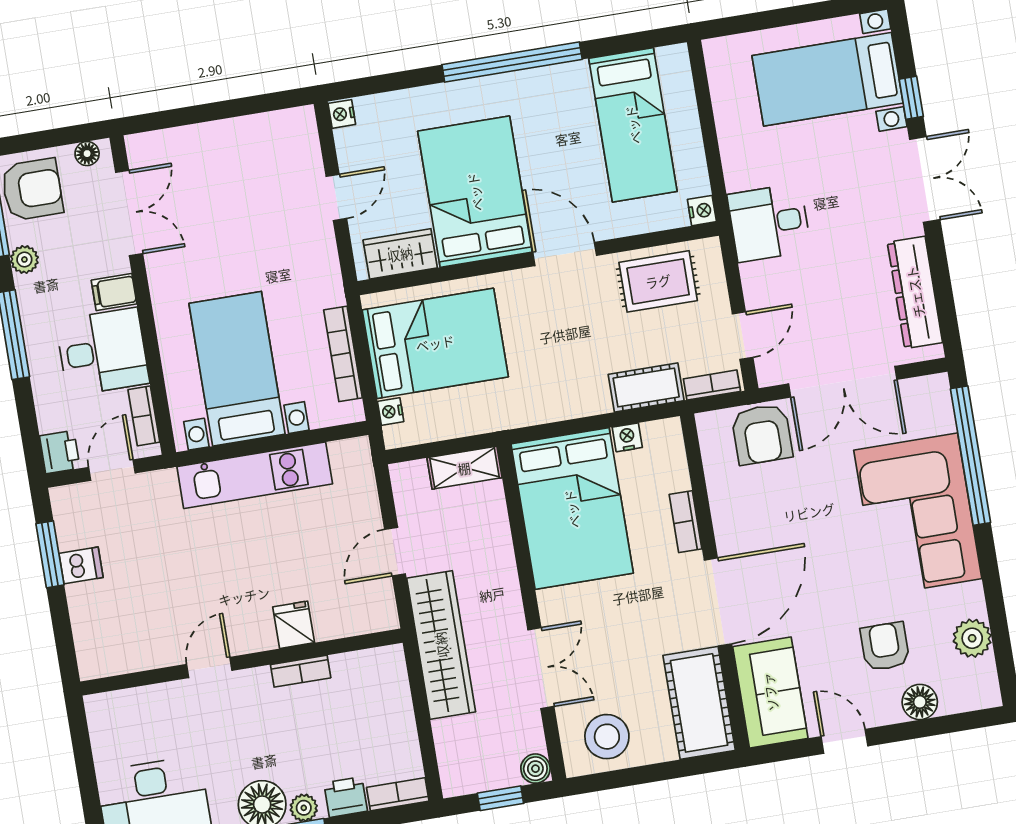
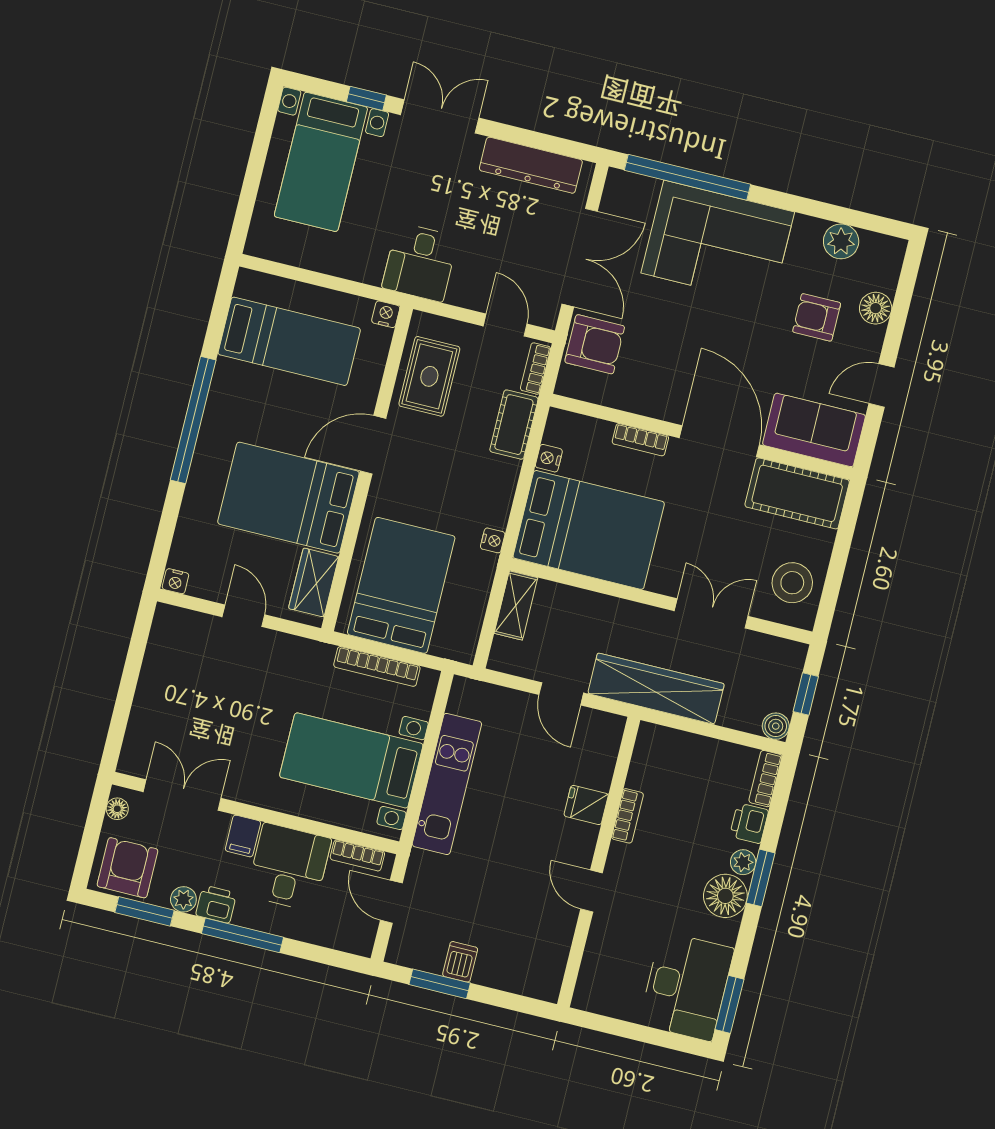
nightstand: (391, 411) -> (493, 540), moved, turned -90
printer: (60, 452) -> (216, 904), moved
boiler: (535, 769) -> (776, 726), moved

